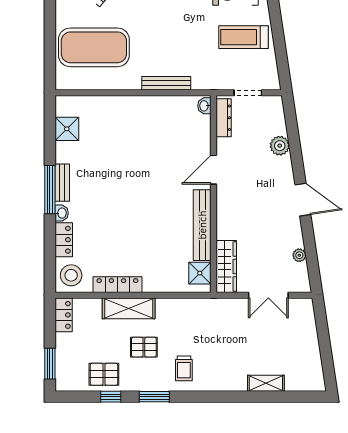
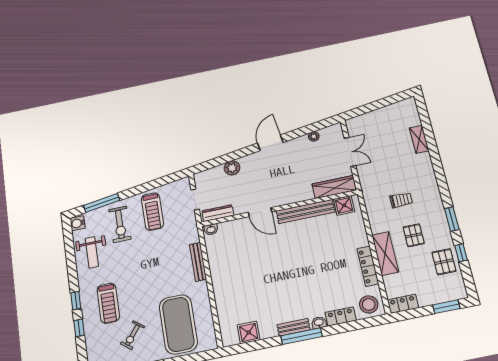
trolley: (184, 368) -> (401, 200), moved

